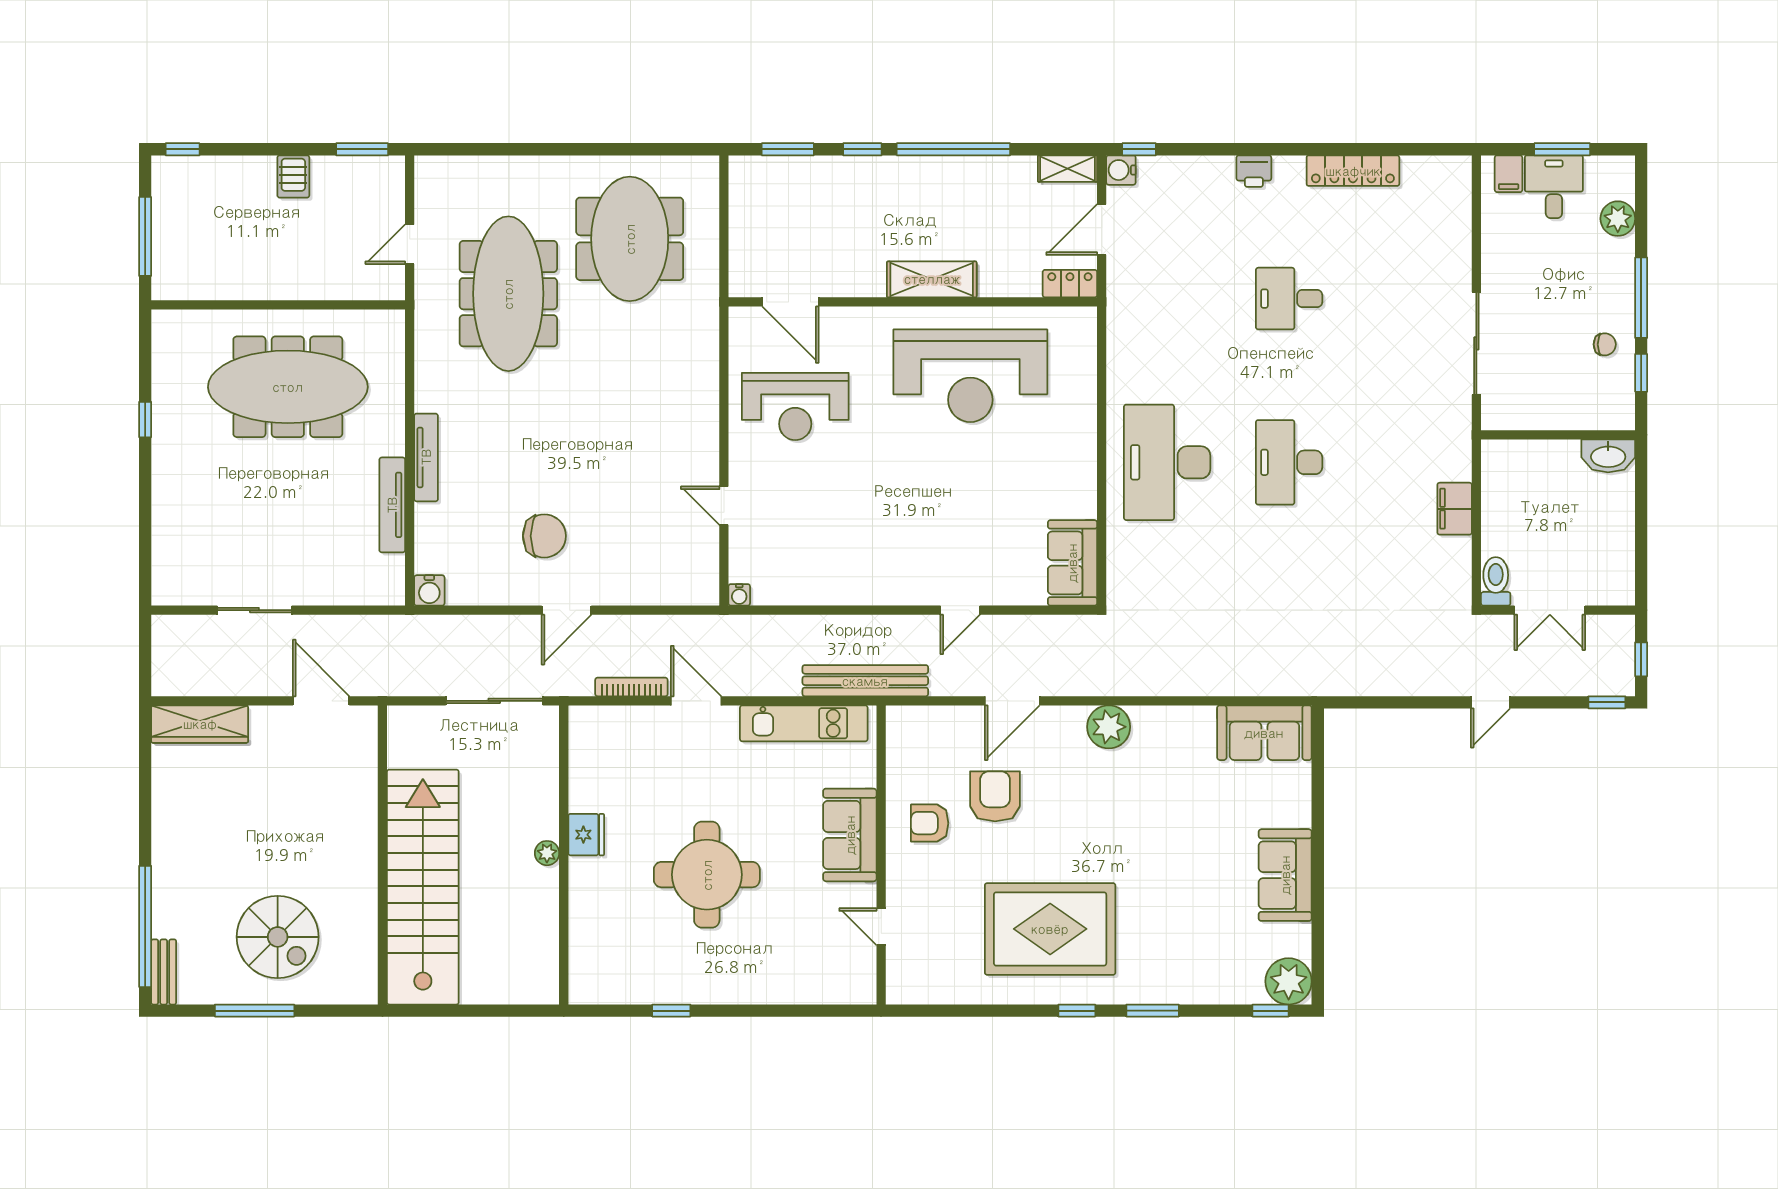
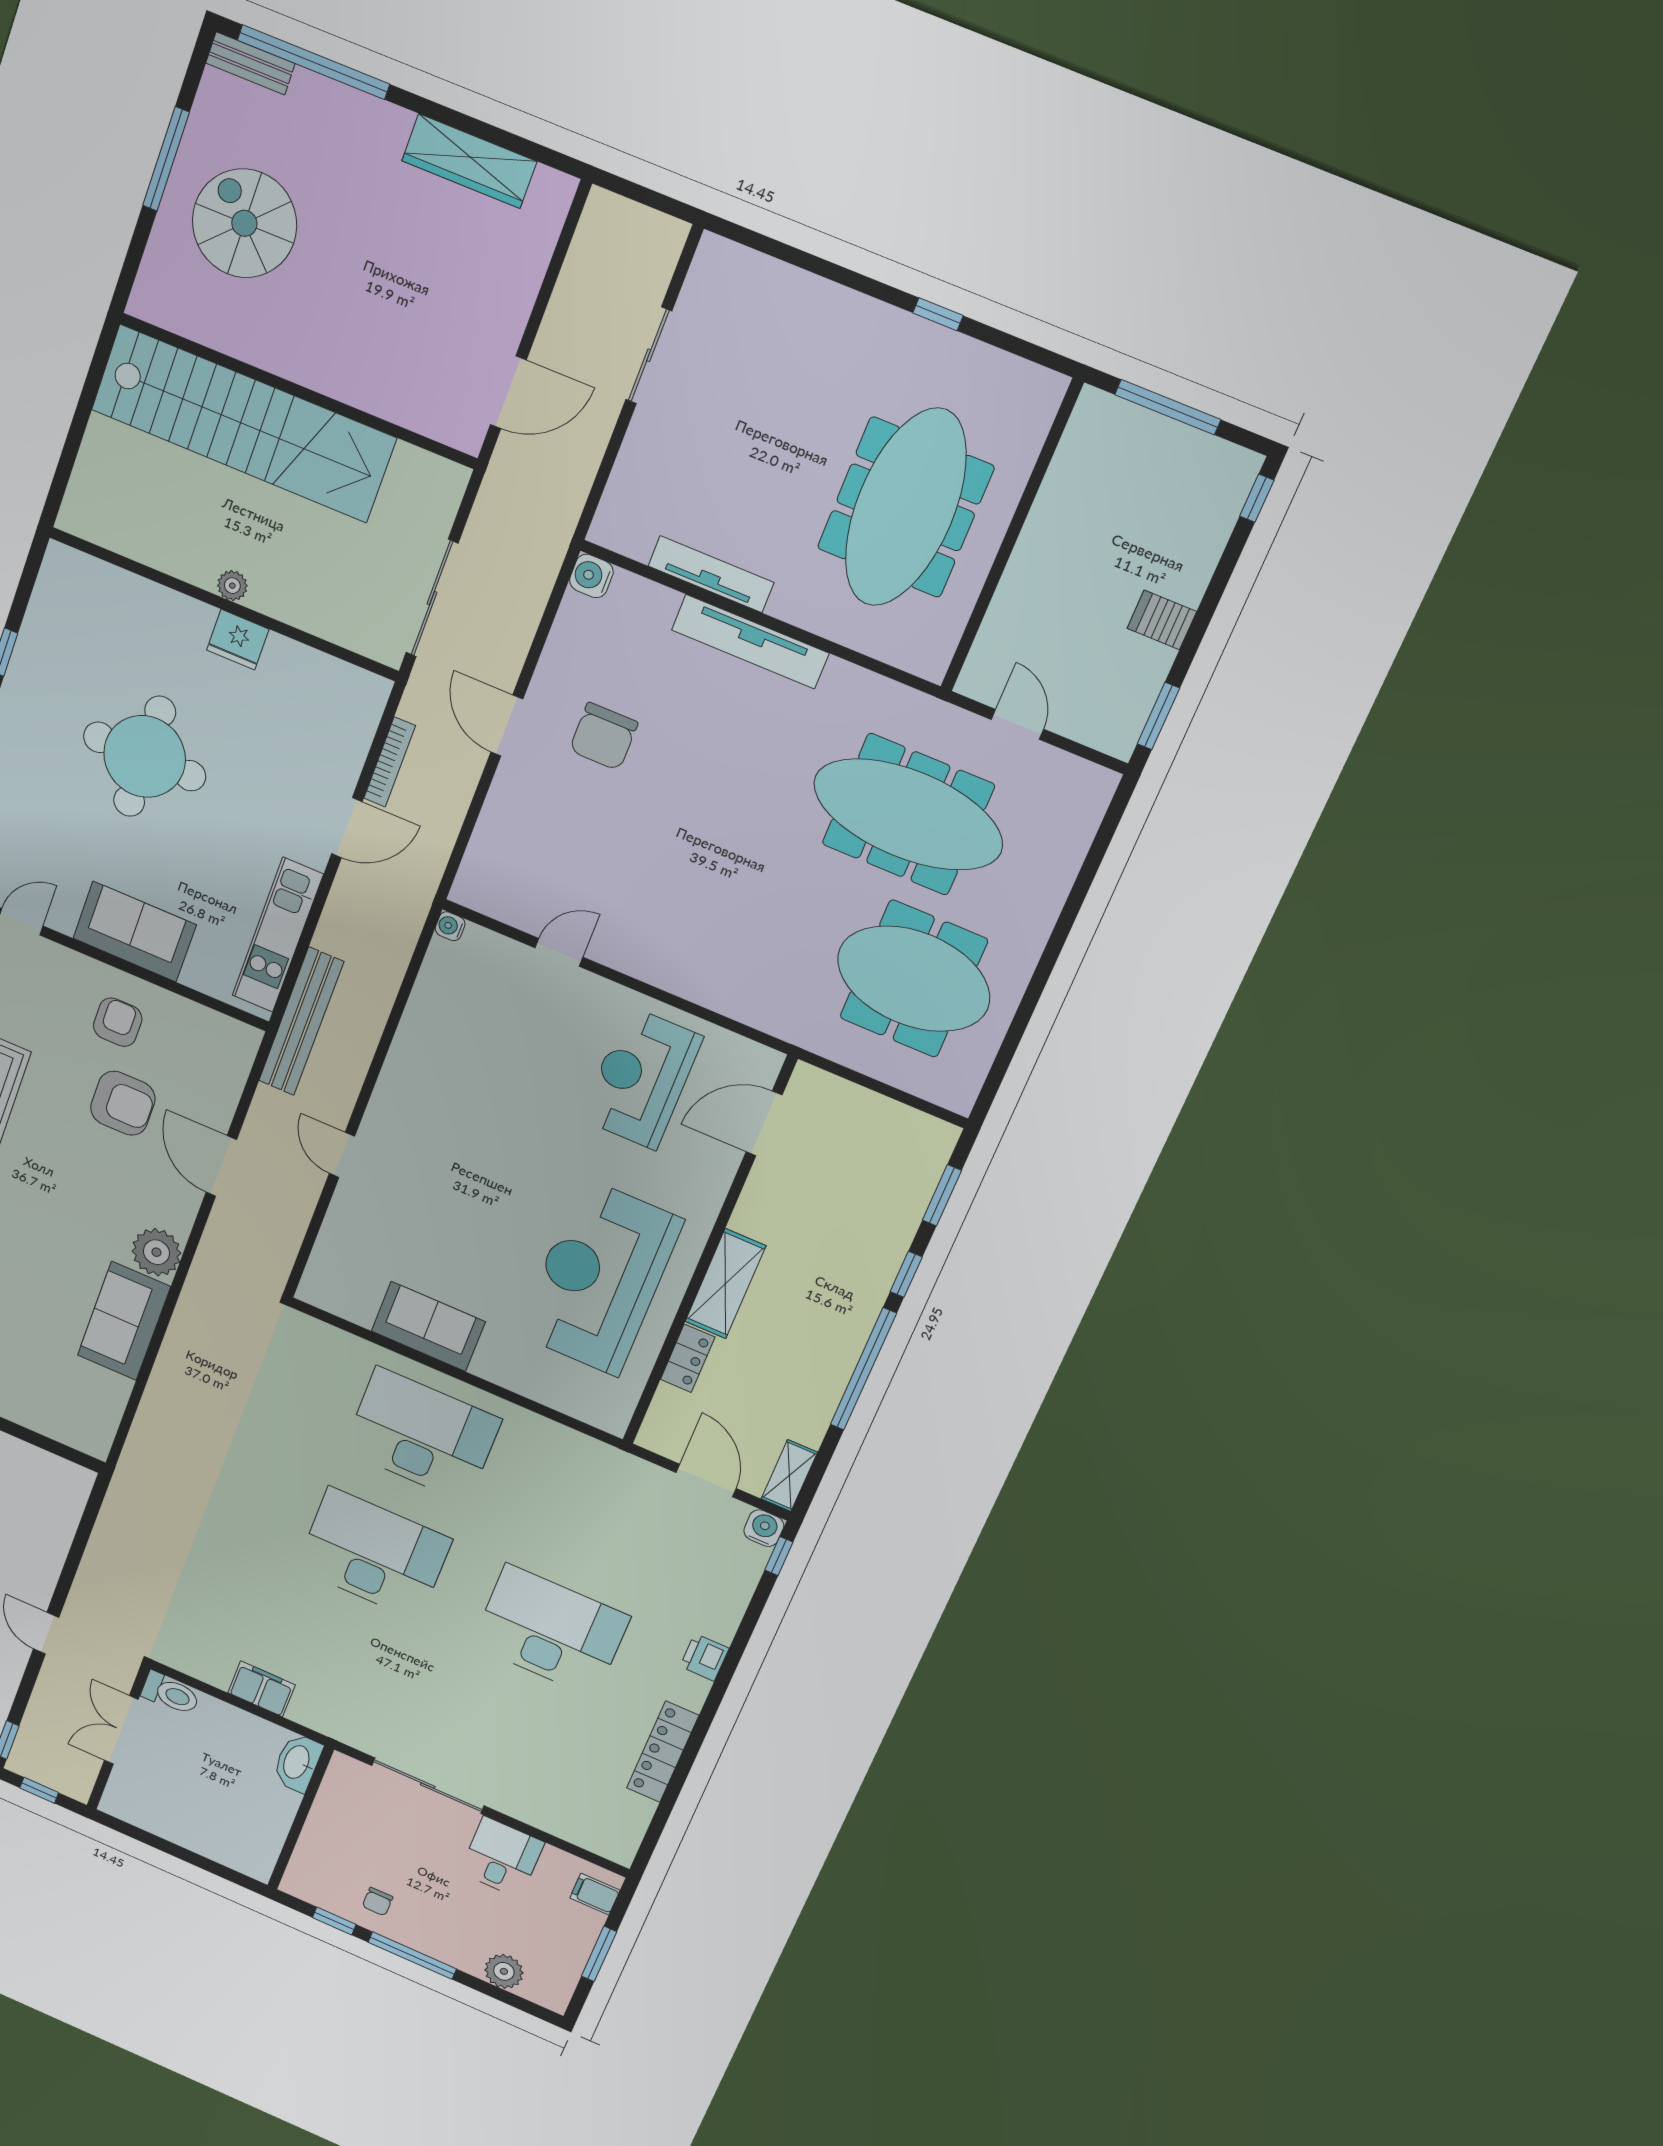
desk: (1554, 187) -> (502, 1857), moved, turned -90
locker: (1070, 284) -> (688, 1358), moved
desk: (1289, 299) -> (551, 1631), width x1.87, depth x1.30
washbasin: (1608, 456) -> (297, 1762), moved
tv unit: (426, 457) -> (750, 642), width x1.36, depth x1.29
desk: (1289, 462) -> (374, 1554), width x1.36, depth x1.30
sofa: (1072, 563) -> (428, 1326), moved
wardrobe: (200, 724) -> (469, 161), moved, turned -90
sofa: (1264, 733) -> (124, 1321), moved
spiral stairs: (278, 937) -> (244, 223), turned 90

